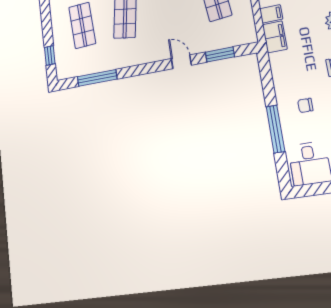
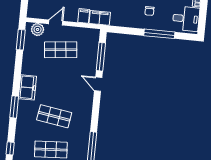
window: (220, 55) -> (101, 57), width x1.44
door: (181, 62) -> (98, 84), hinge flipped

